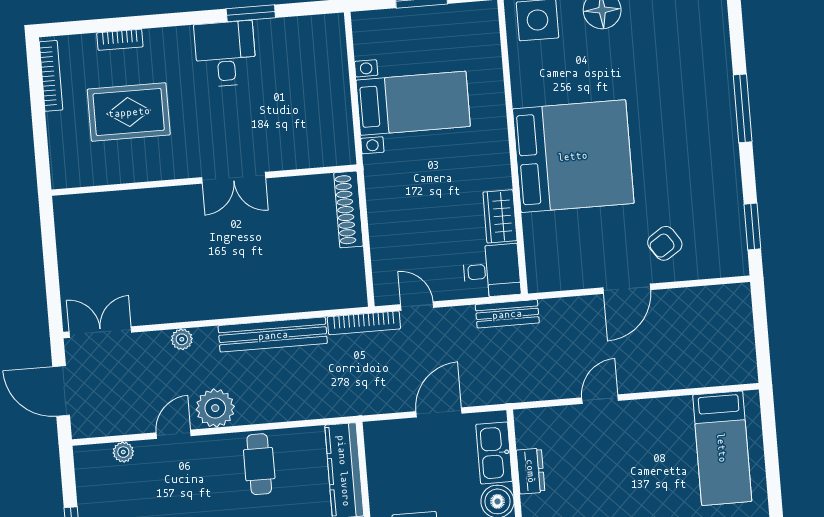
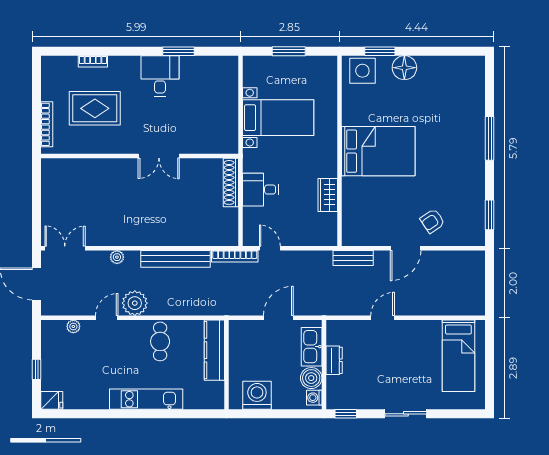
bookcase: (51, 76) -> (47, 124), moved
bed: (573, 156) -> (378, 151), width x0.73
desk: (492, 271) -> (260, 190), moved, turned 180
bench: (507, 314) -> (353, 258), moved

